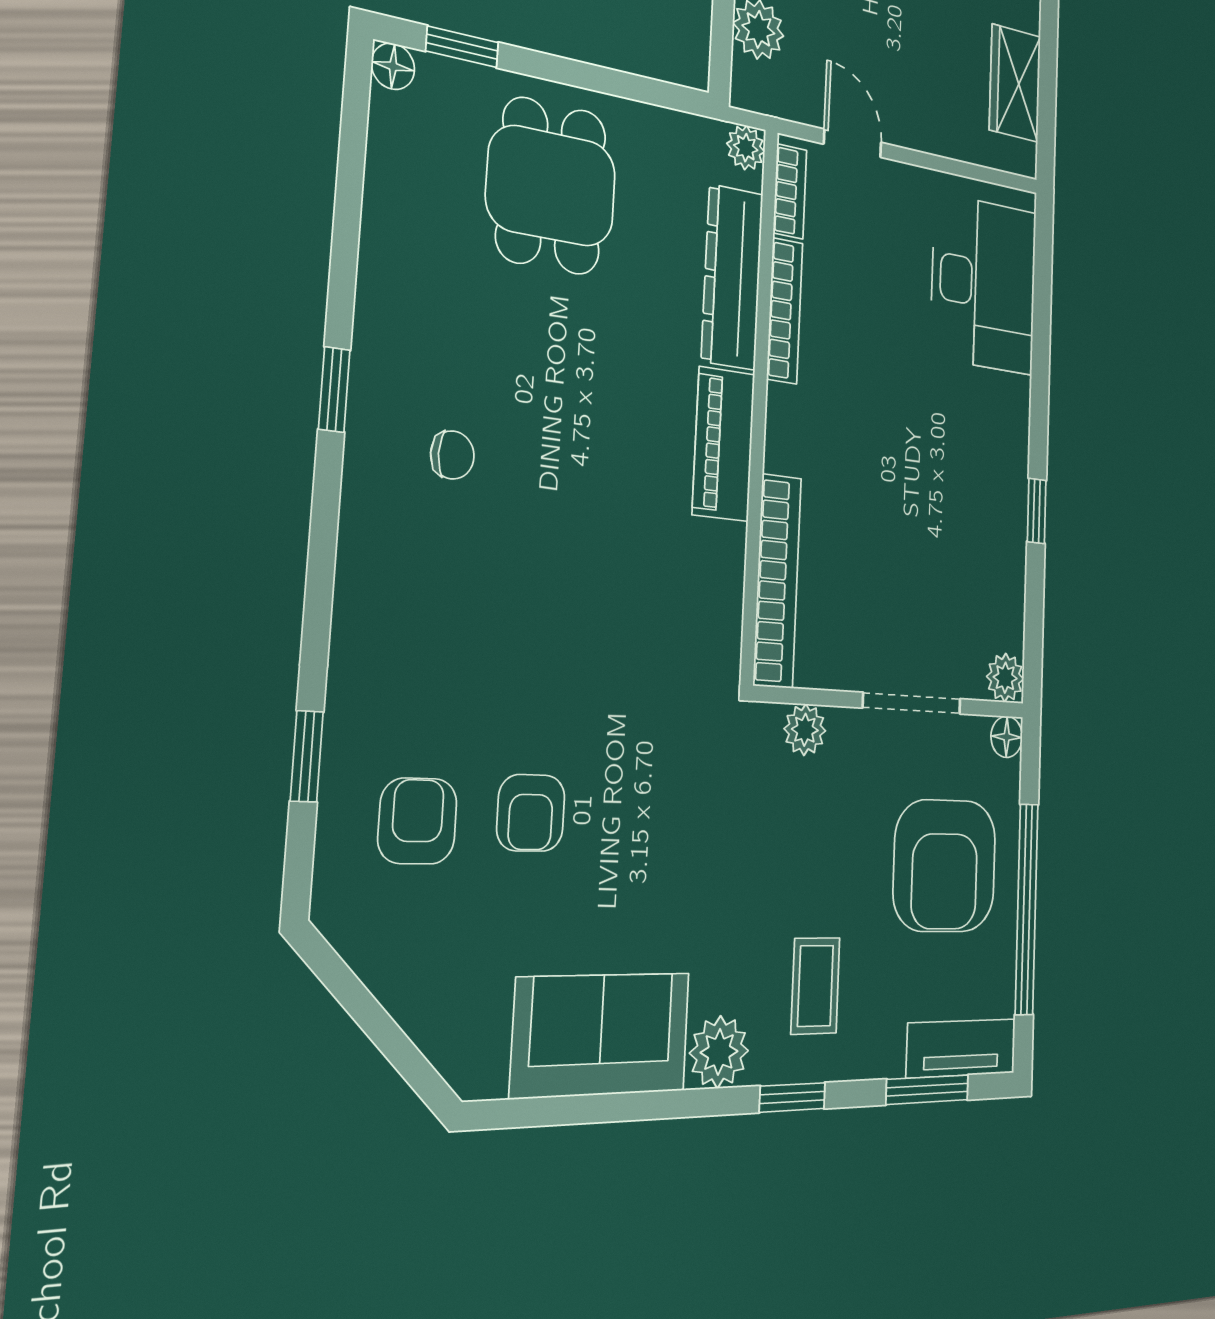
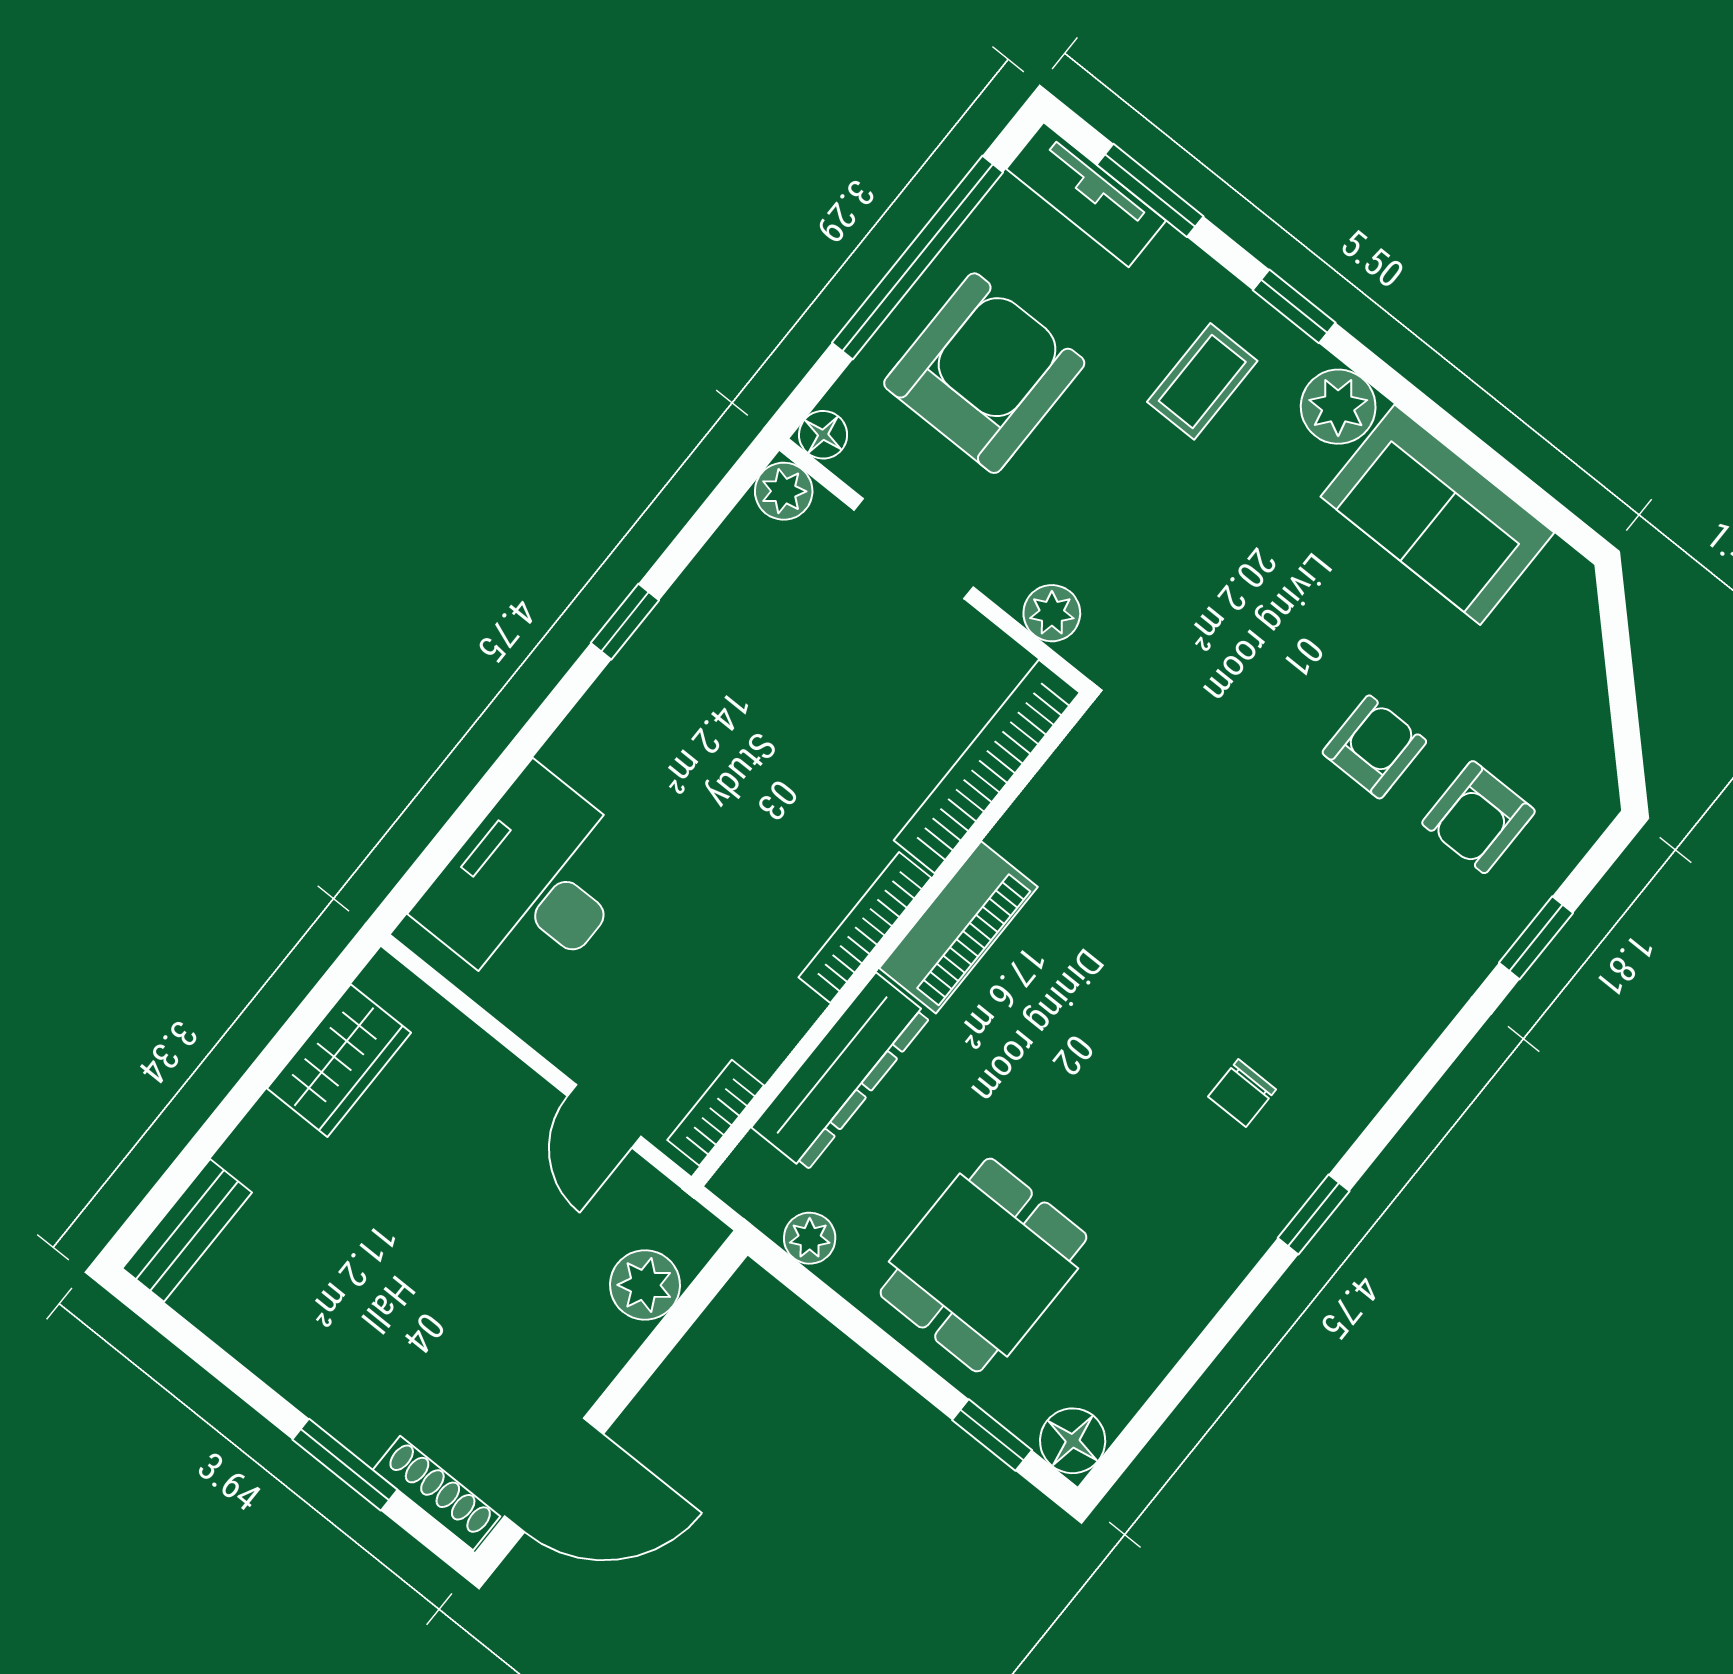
floor lamp: (393, 66) -> (1073, 1441), width x1.37, depth x1.37
plant: (746, 148) -> (810, 1238), moved
bookcase: (785, 311) -> (865, 927), moved
chair: (452, 455) -> (1242, 1093), turned -90

